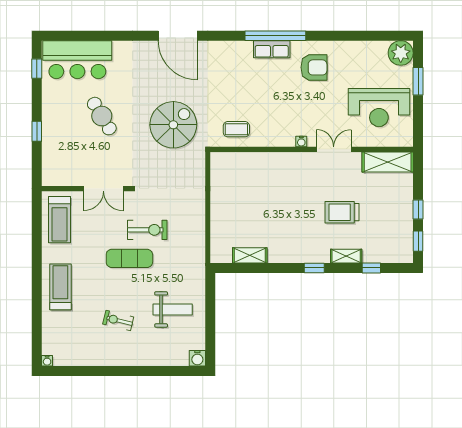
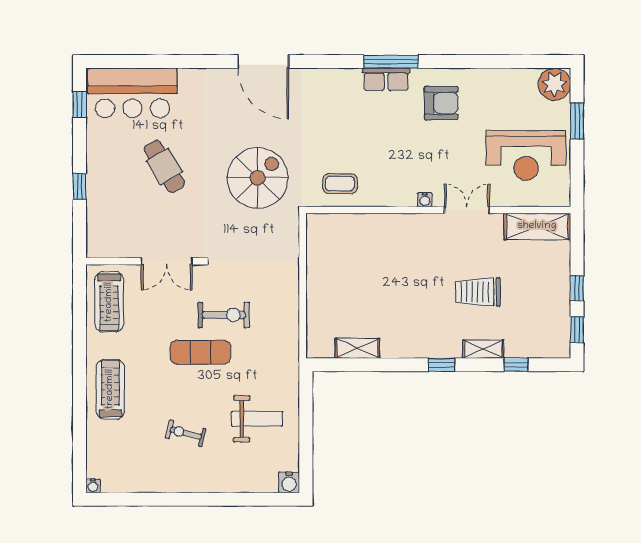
window: (275, 36) -> (391, 62), width x0.68

